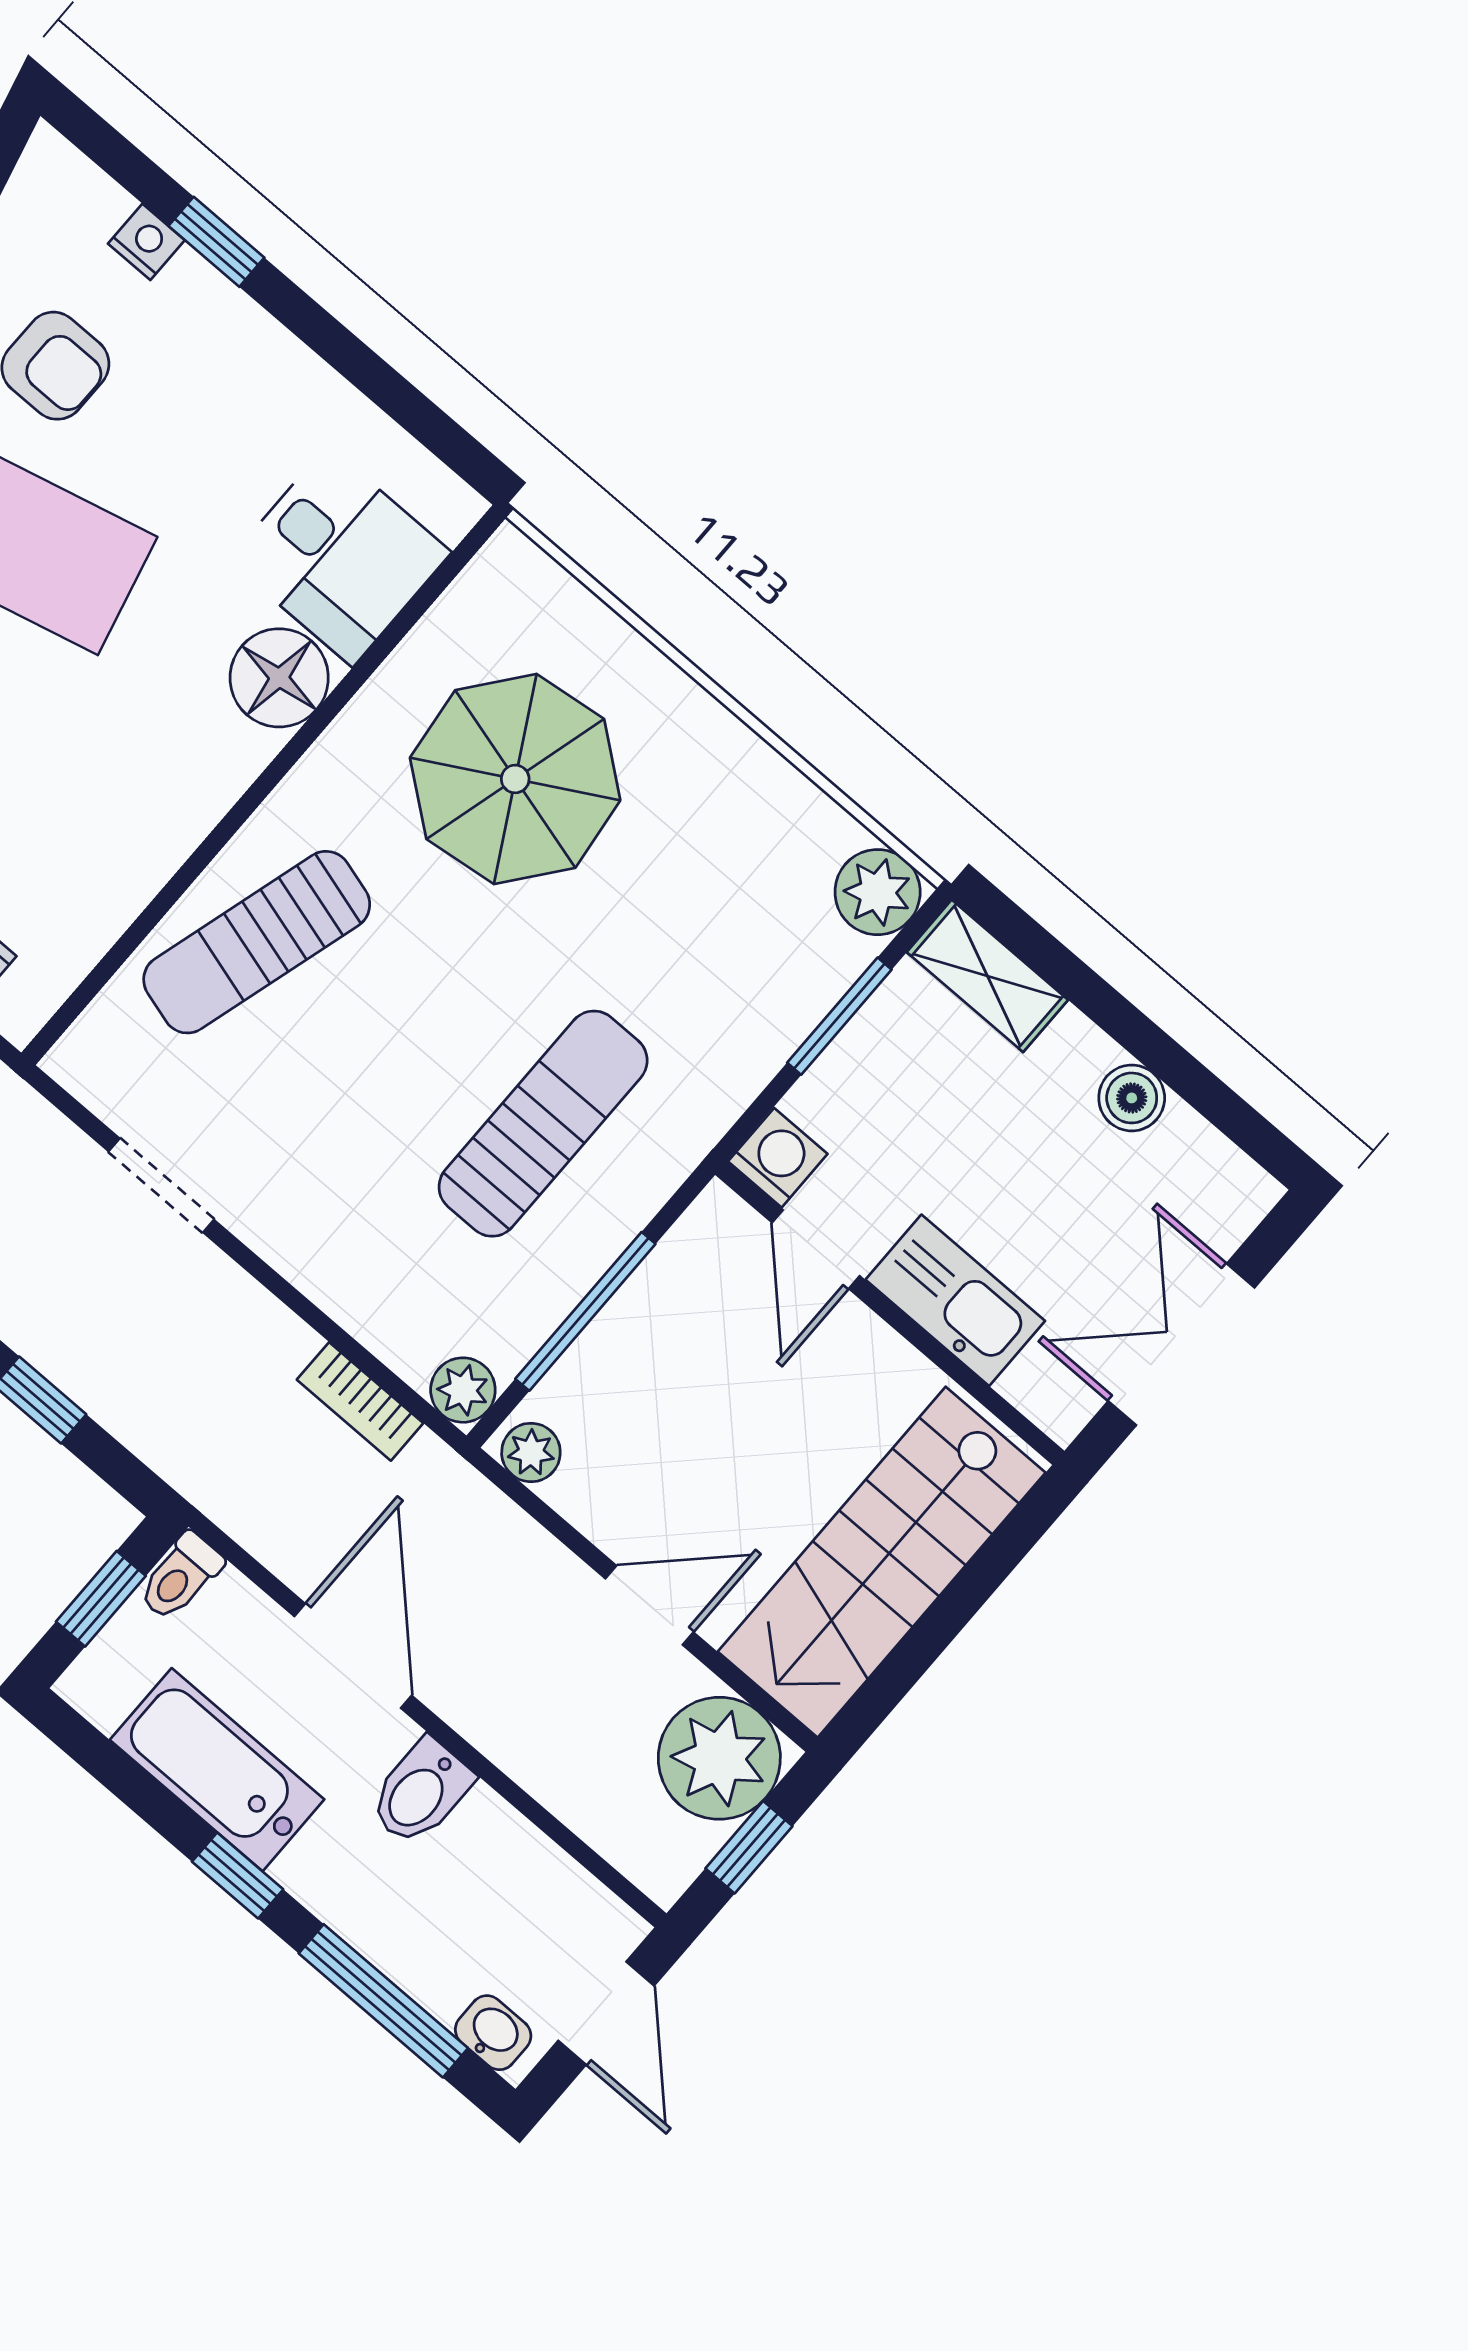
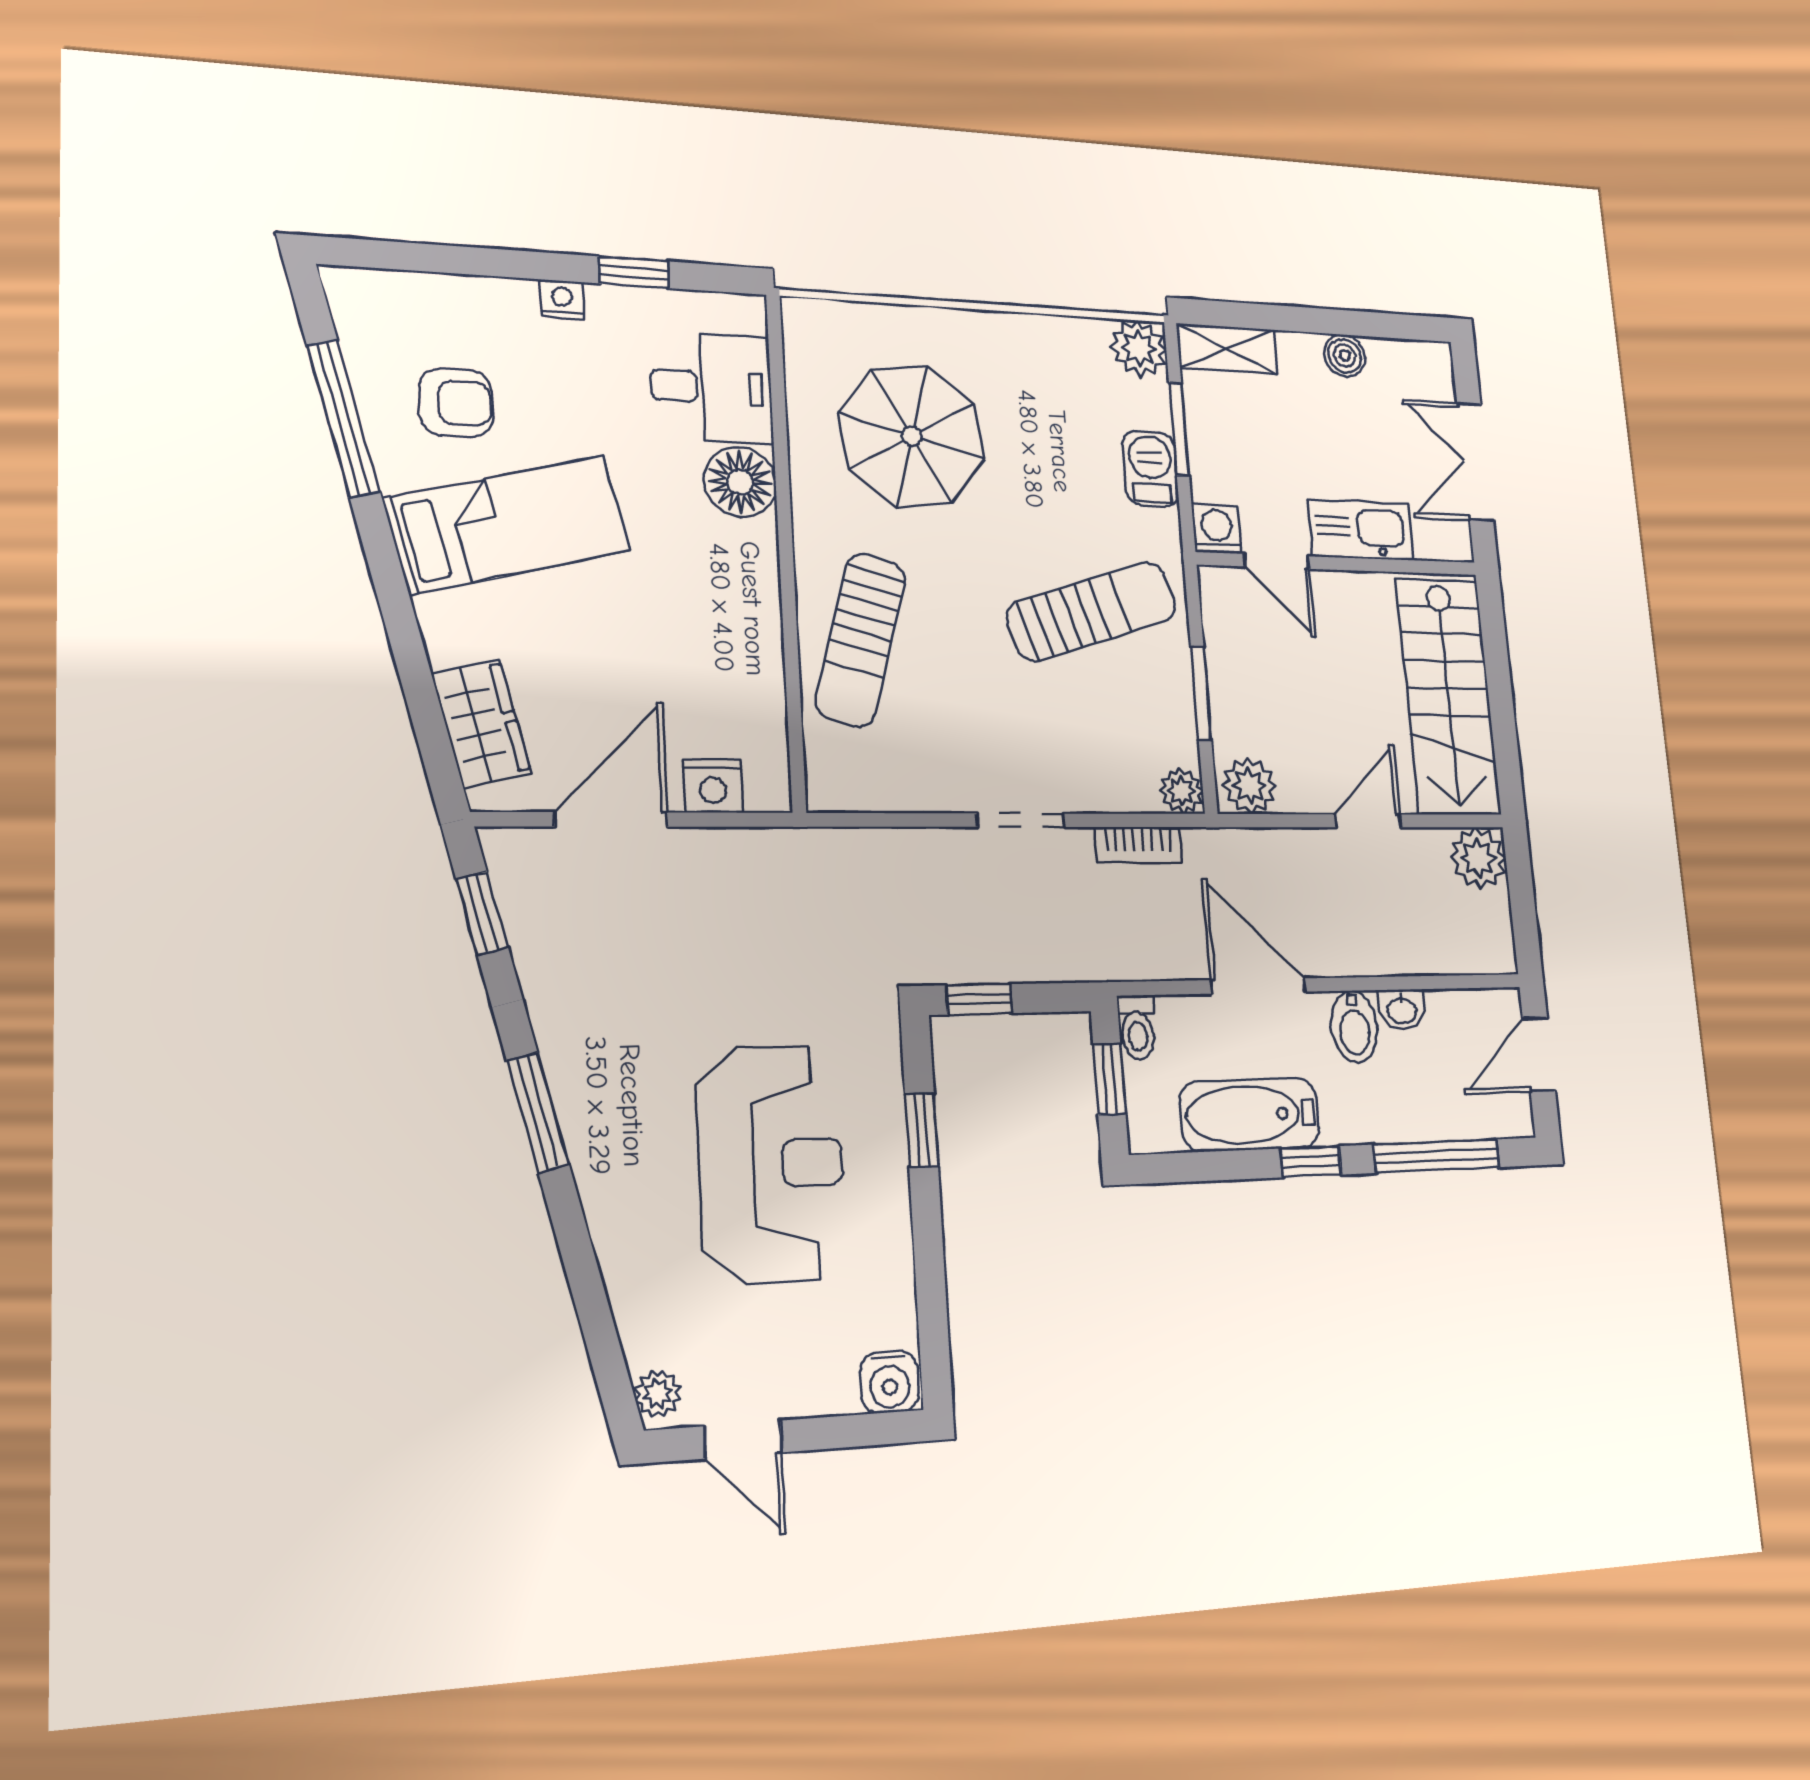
nightstand: (146, 242) -> (562, 299), moved
window: (216, 242) -> (633, 272), moved
barbecue: (762, 1031) -> (1151, 469), added
sun lounger: (543, 1124) -> (1092, 611), turned 72
doorway: (161, 1185) -> (1021, 820), moved
window: (585, 1311) -> (1201, 694), width x0.69
plant: (531, 1453) -> (1250, 786), width x1.38, depth x1.38
plant: (719, 1758) -> (1478, 858), width x0.73, depth x0.73
window: (749, 1847) -> (1522, 902), removed
door: (606, 2013) -> (1539, 1054), swing flipped
washbasin: (493, 2033) -> (1402, 1010), moved, turned 180

